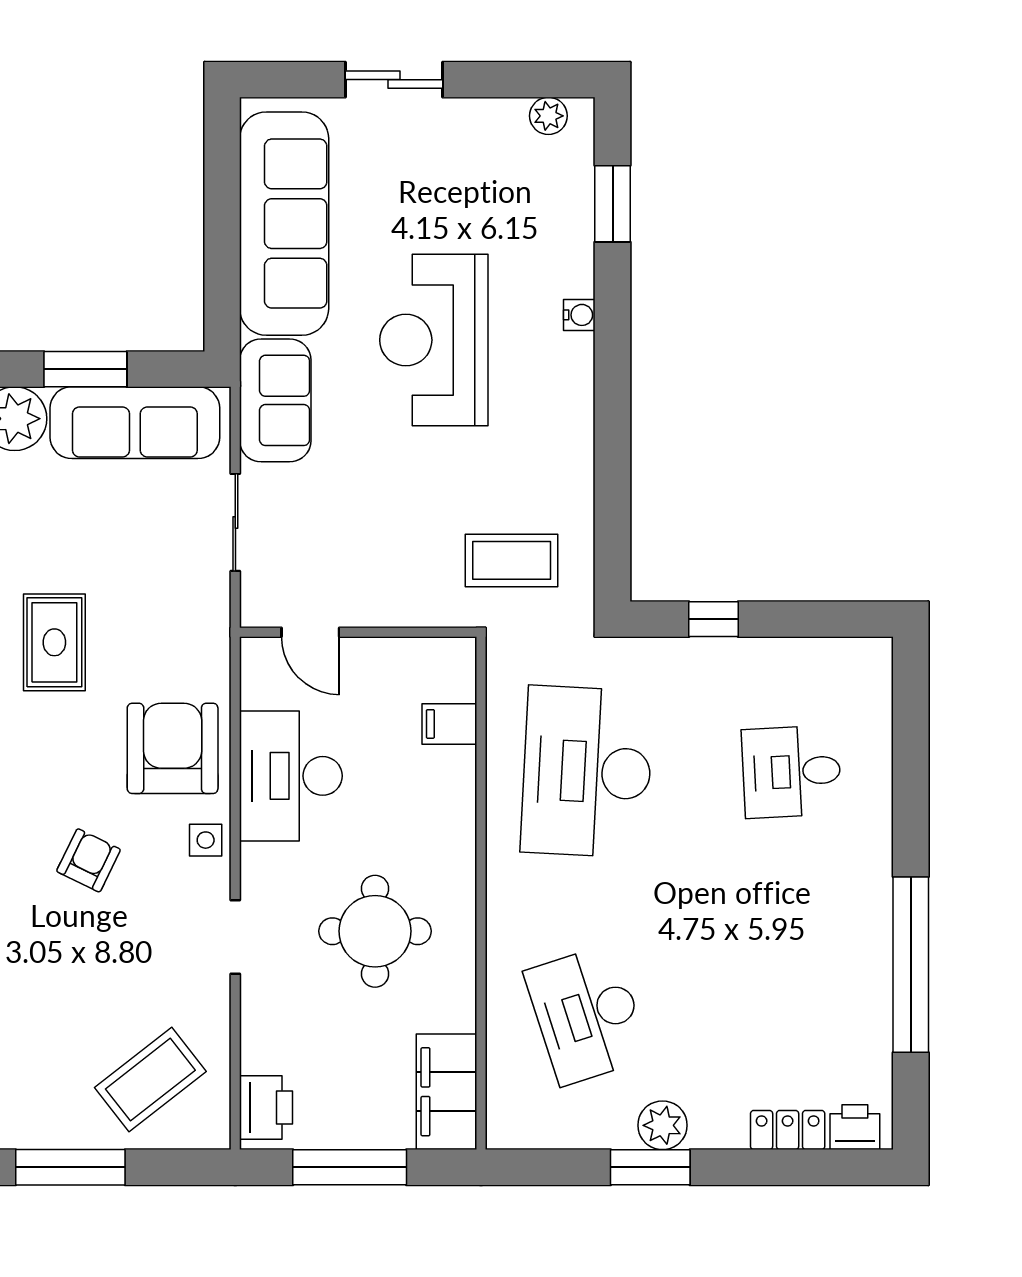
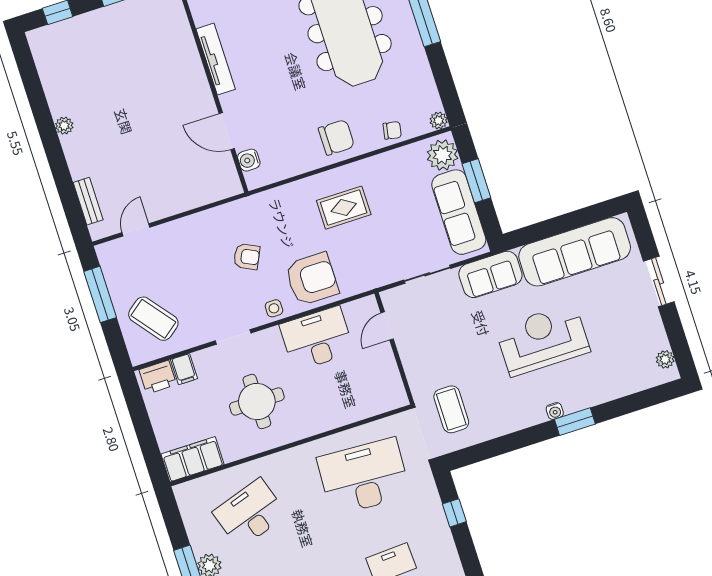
window: (613, 204) -> (575, 422), moved
water cooler: (579, 315) -> (555, 411), moved
filing cabinet: (449, 724) -> (184, 369), moved, turned 180
window: (350, 1167) -> (142, 425), removed

